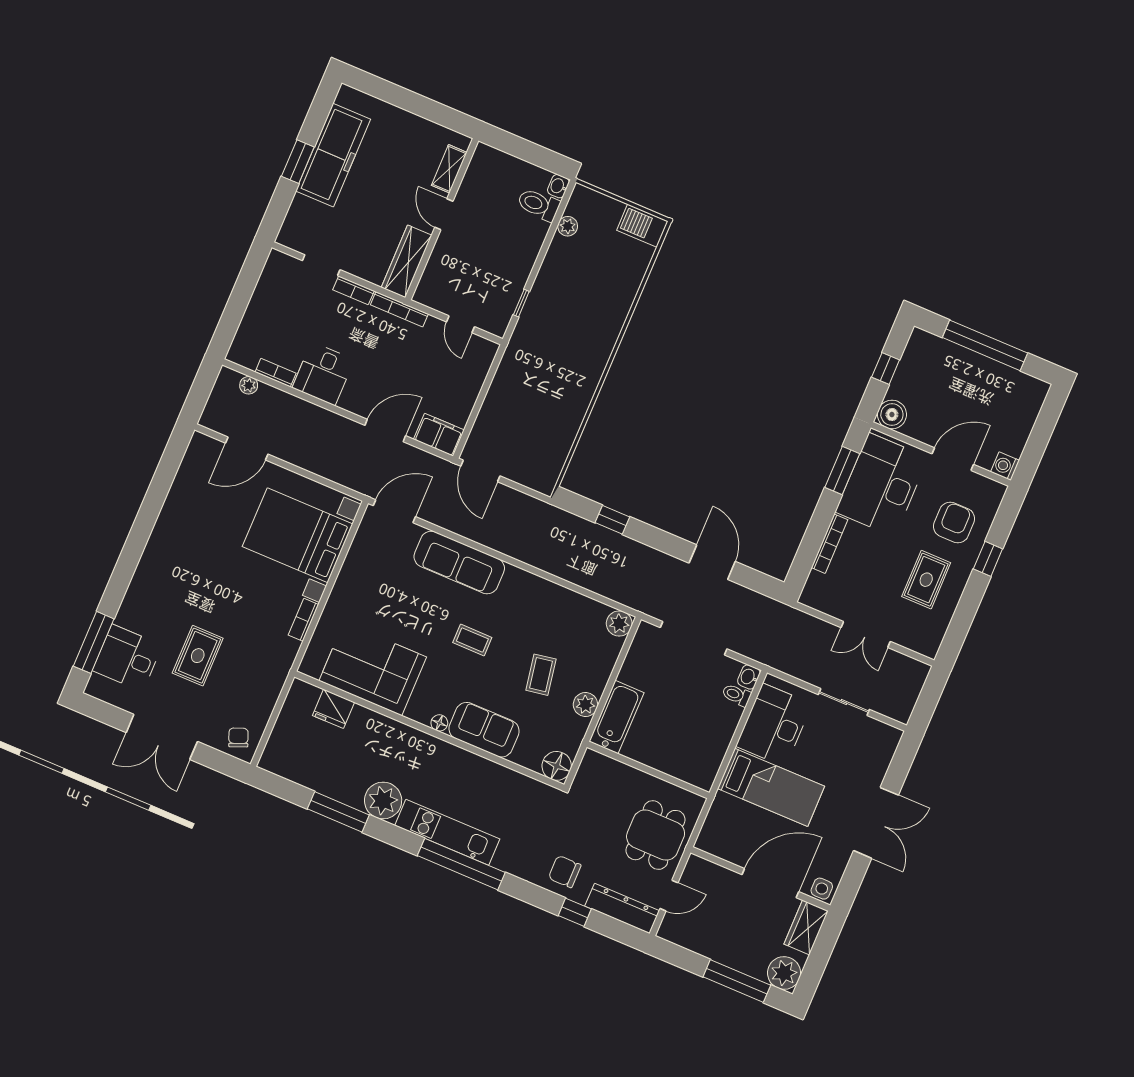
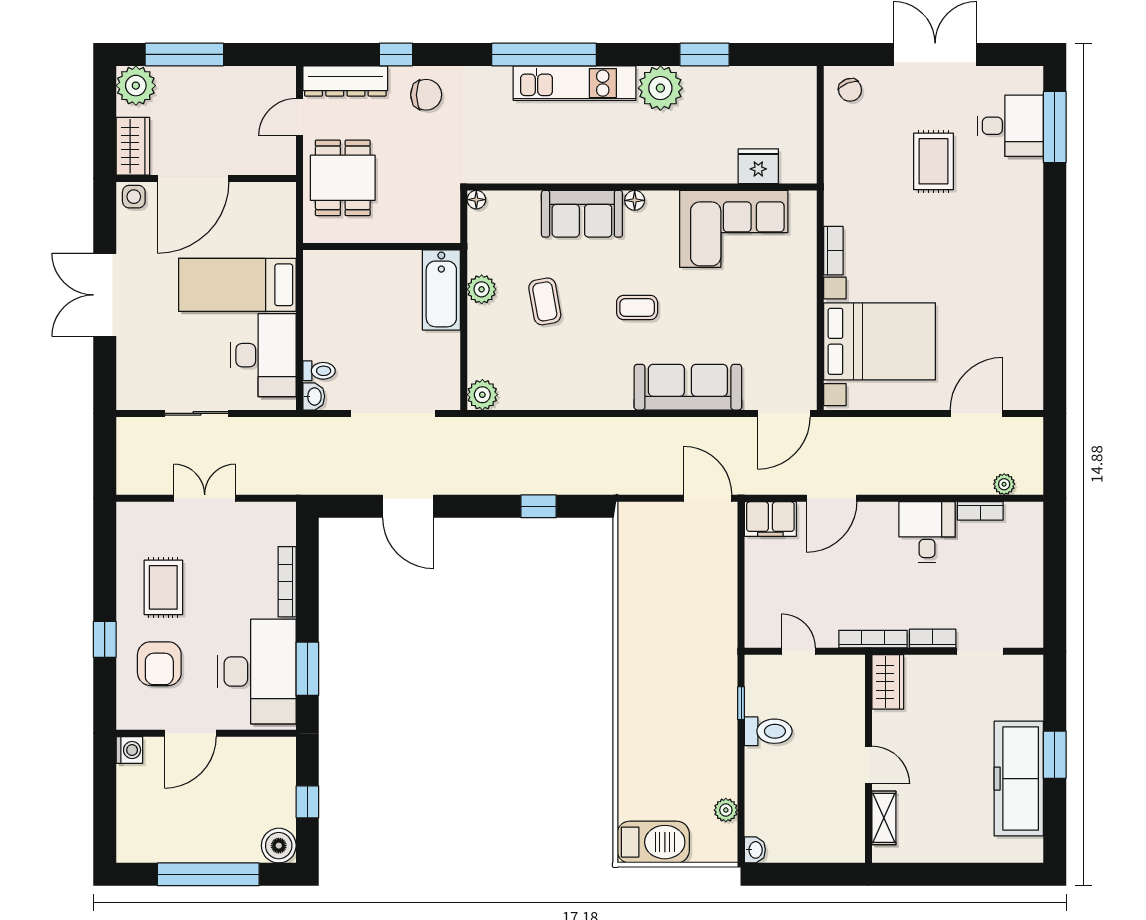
toilet: (539, 205) -> (768, 731), moved
barbecue: (642, 226) -> (653, 842), width x1.37, depth x1.21
wardrobe: (406, 261) -> (888, 682), width x0.67
boiler: (892, 415) -> (279, 846), moved
floor lamp: (557, 766) -> (476, 200), width x0.53, depth x0.53
window: (338, 812) -> (705, 54), width x0.69

